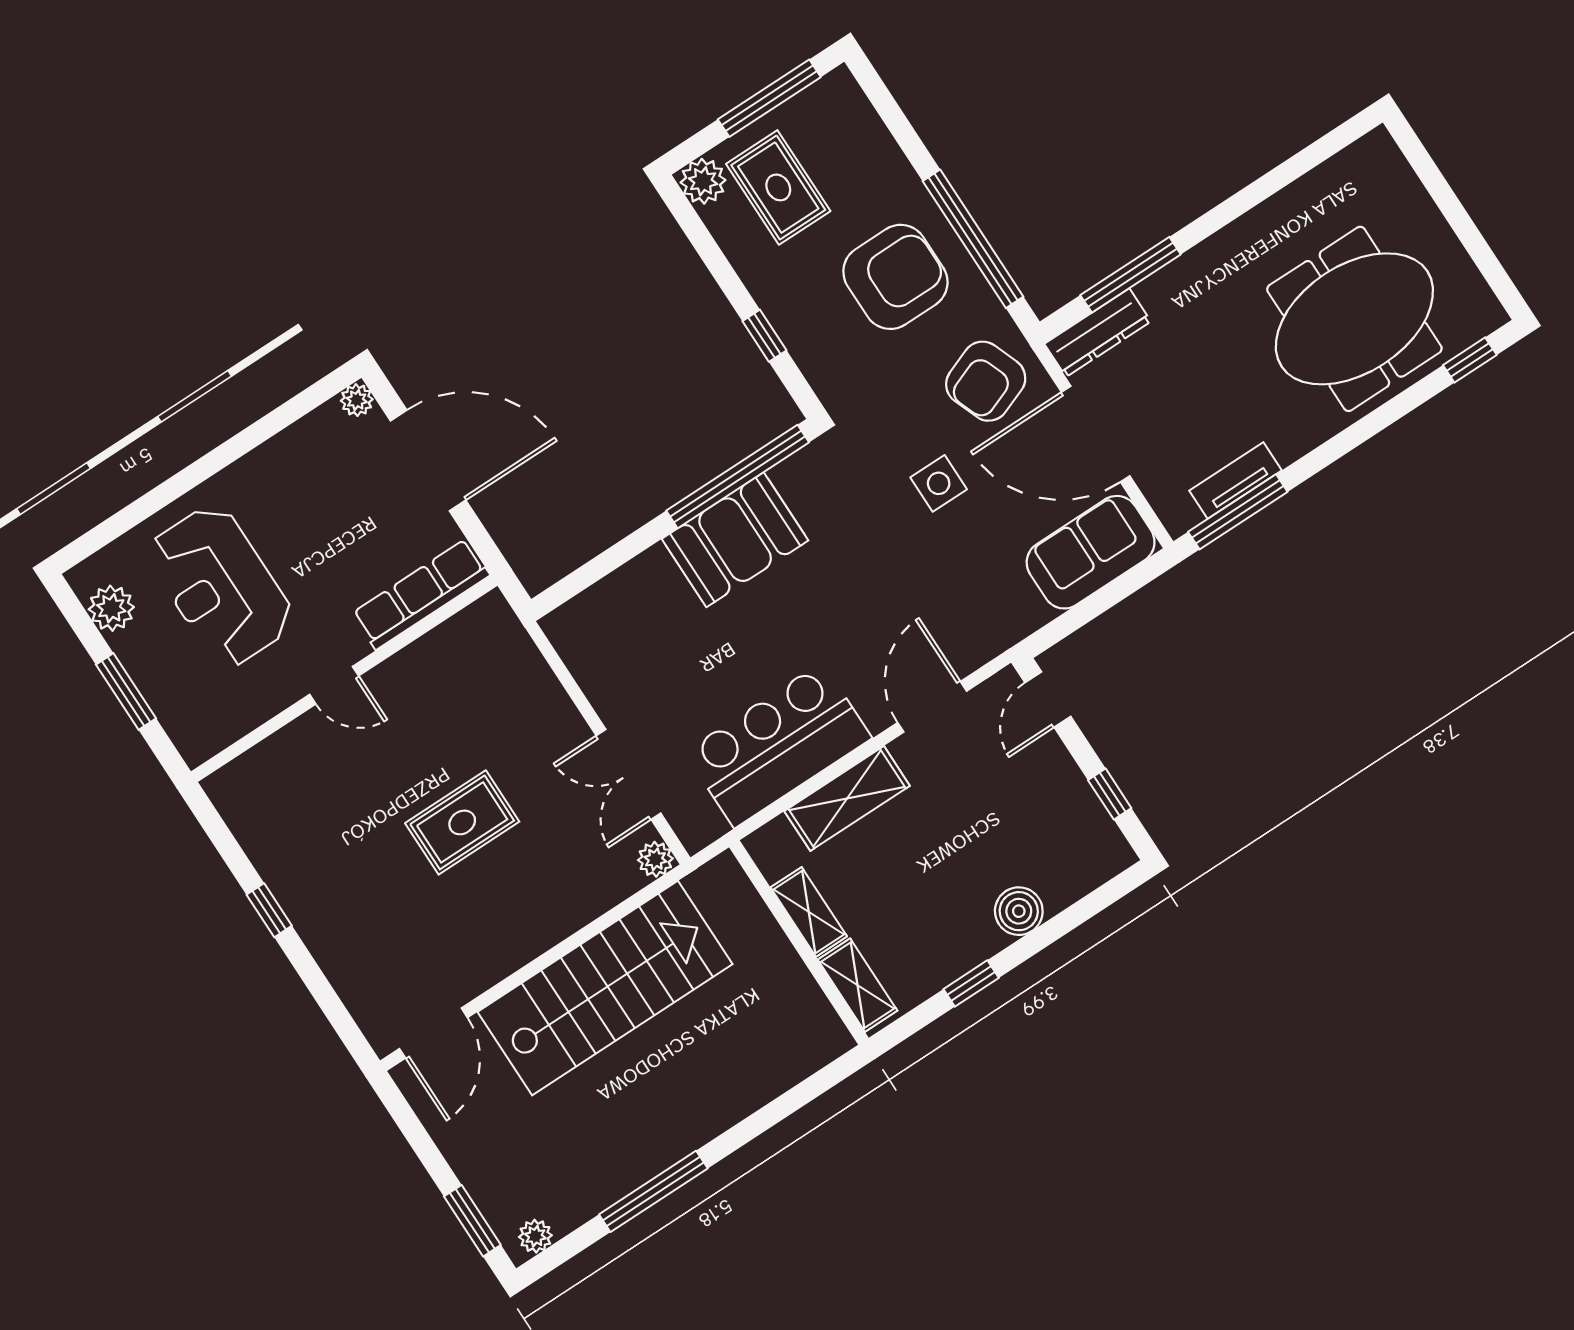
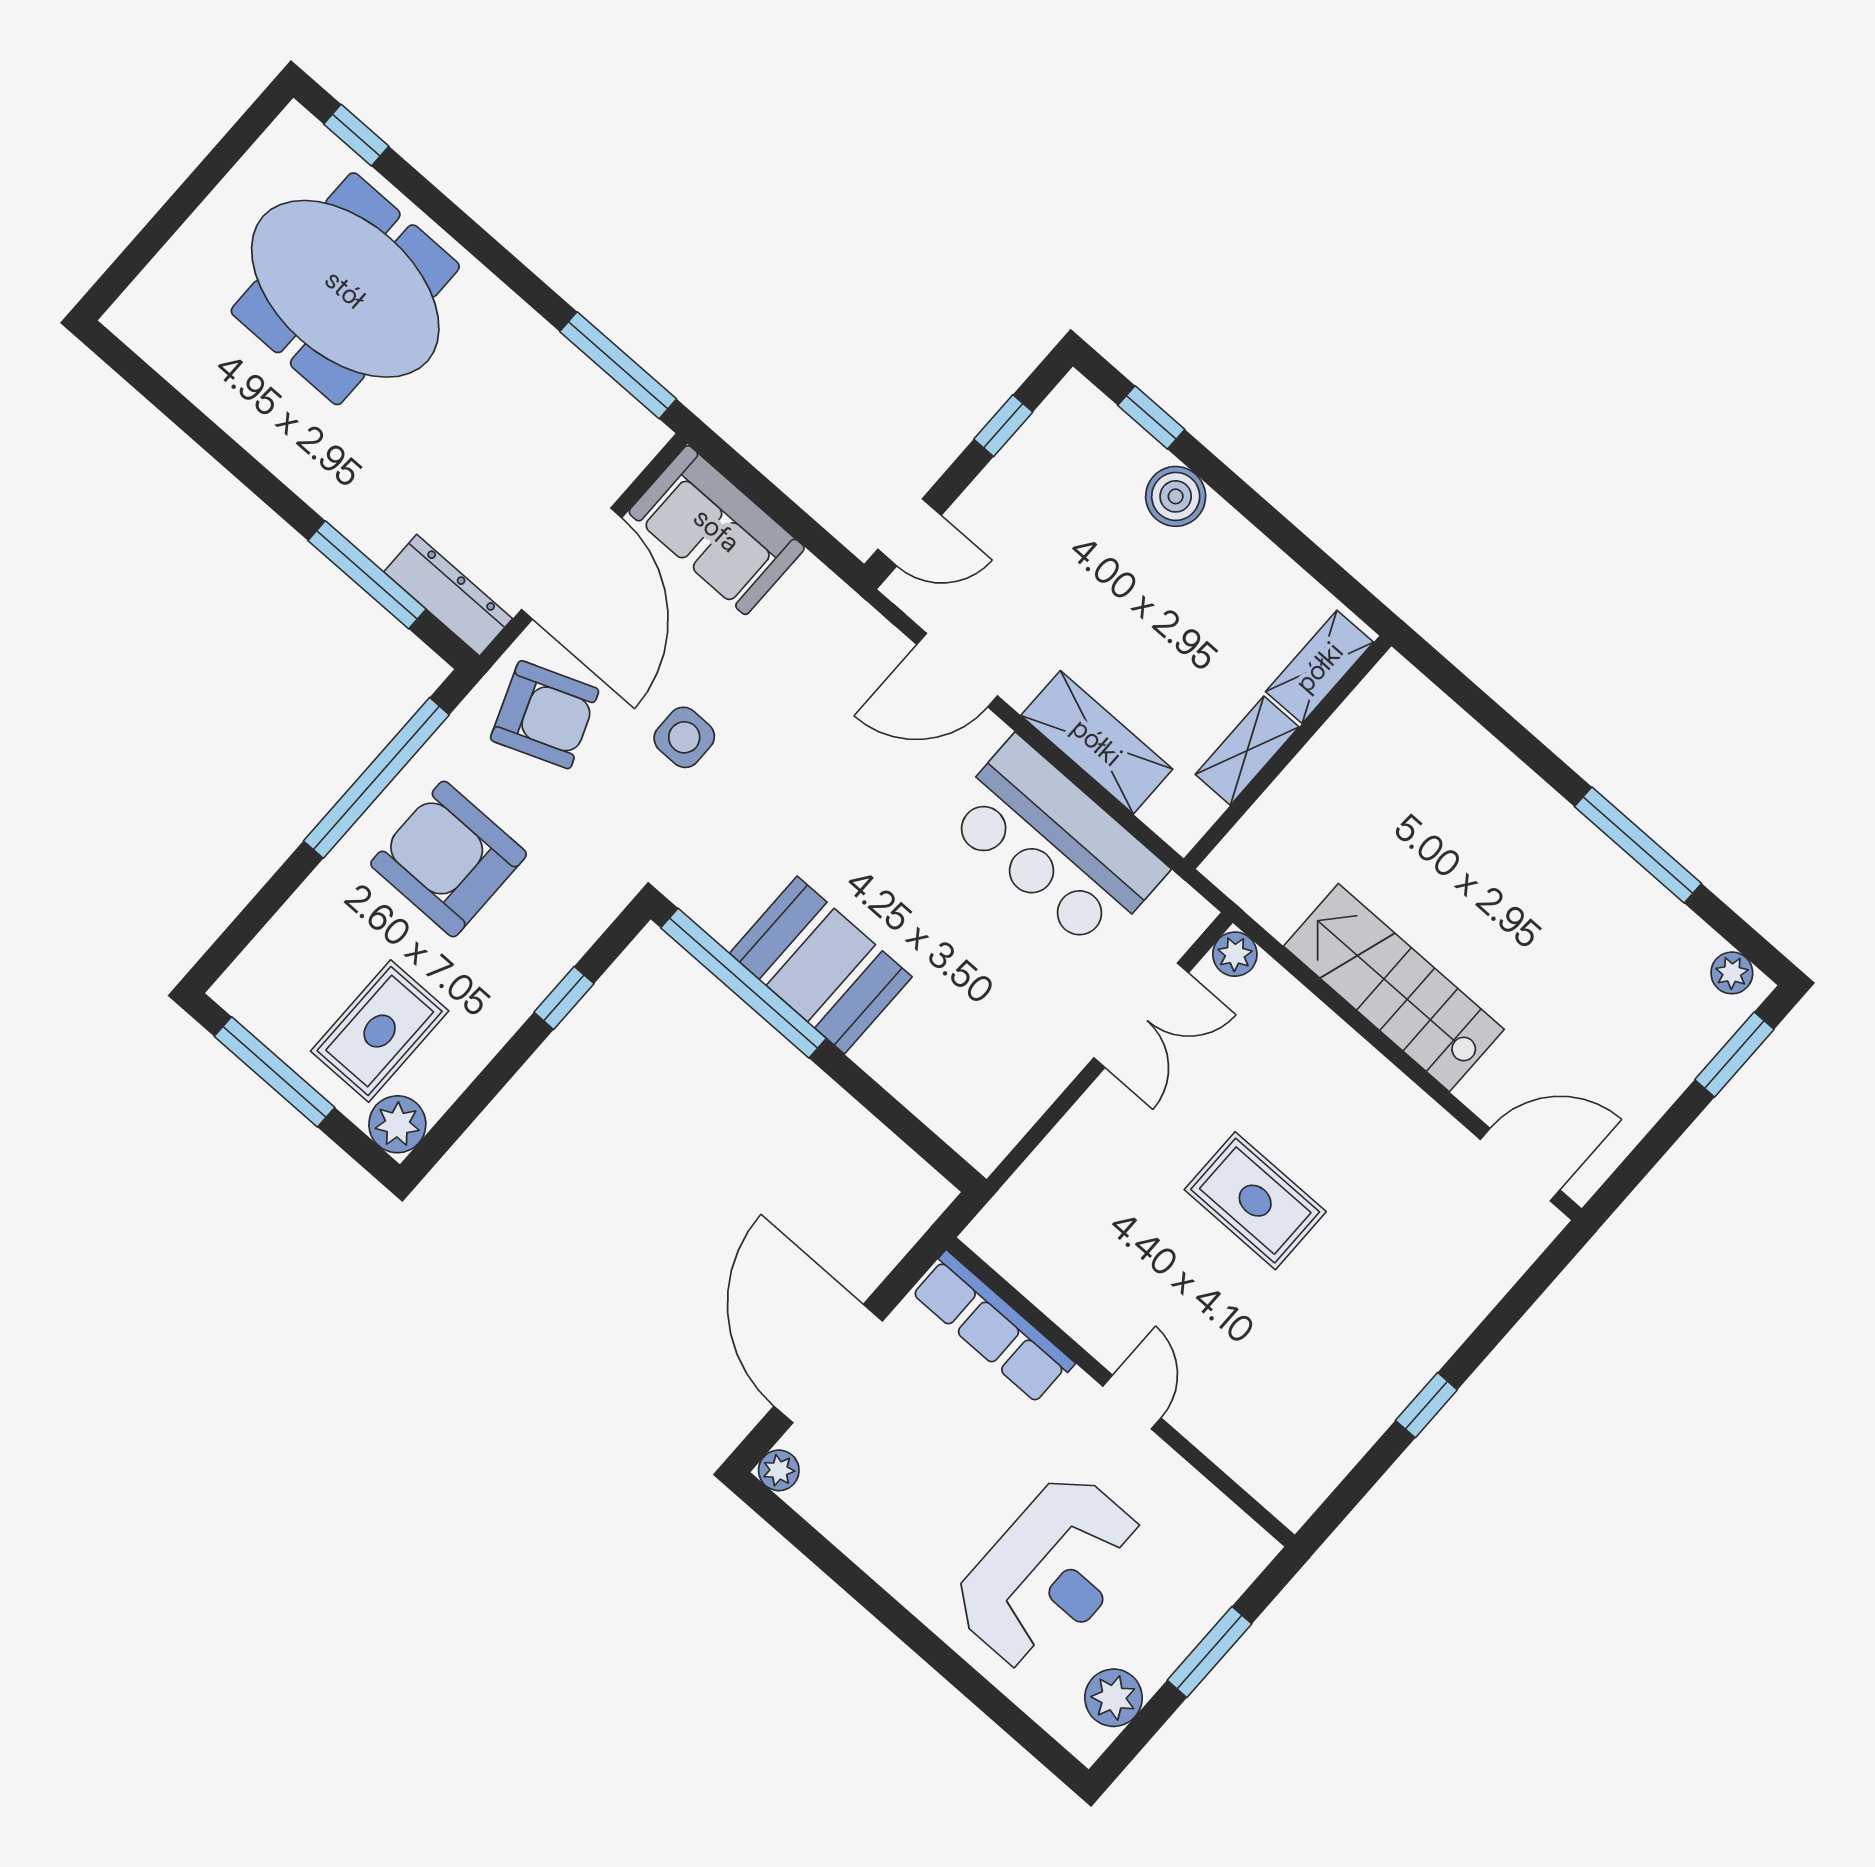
tv unit: (1235, 480) -> (581, 379), removed
window: (971, 983) -> (1151, 417), moved
stairs: (605, 988) -> (1394, 988), width x0.73, depth x0.66

